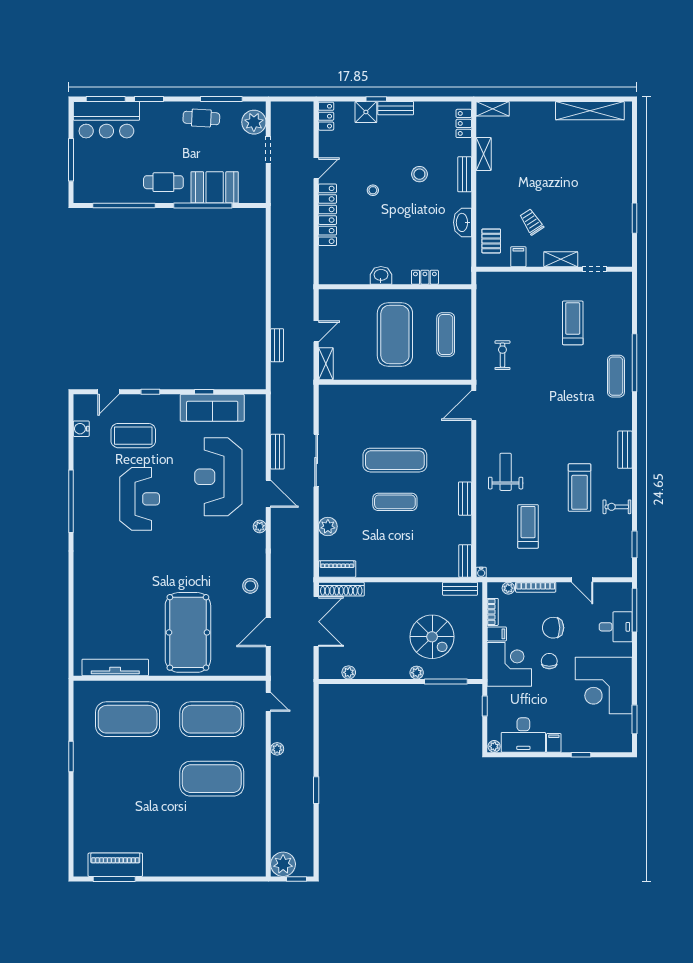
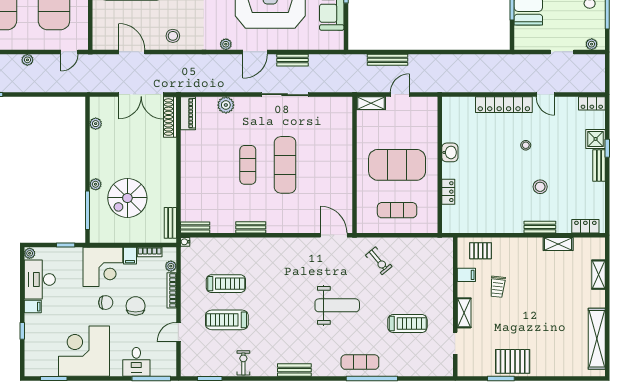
shelving: (493, 109) -> (598, 275), moved
plant: (254, 122) -> (592, 44), width x0.53, depth x0.53
pallet: (615, 205) -> (513, 361), added
washbasin: (462, 222) -> (497, 225), removed
trolley: (532, 222) -> (498, 287), turned 129
door: (316, 331) -> (400, 95), swing flipped
bench: (277, 345) -> (388, 60), width x1.36
exercise bike: (502, 355) -> (379, 261), turned 50
weight bench: (506, 472) -> (337, 305), moved, width x1.36, depth x1.33
treadmill: (580, 488) -> (227, 320), moved

